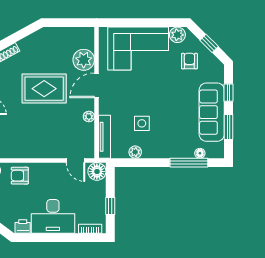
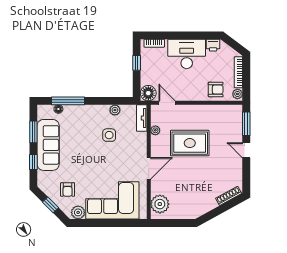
plant: (84, 60) -> (160, 204), moved
rug: (44, 89) -> (190, 143), moved
plant: (89, 117) -> (155, 130), moved
tv unit: (105, 137) -> (142, 118), width x0.71

